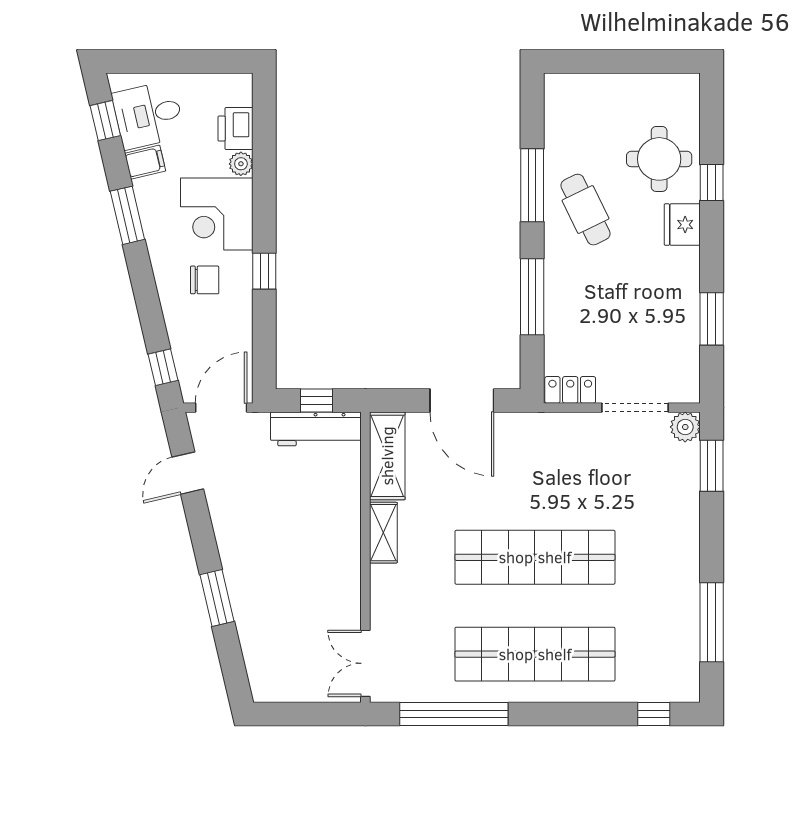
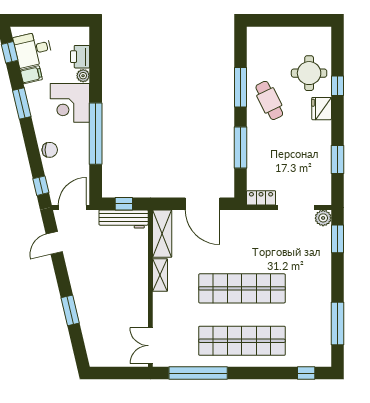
window: (264, 271) -> (96, 134), width x3.17
chair: (205, 280) -> (50, 150), moved

